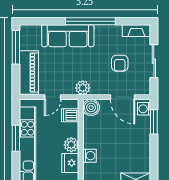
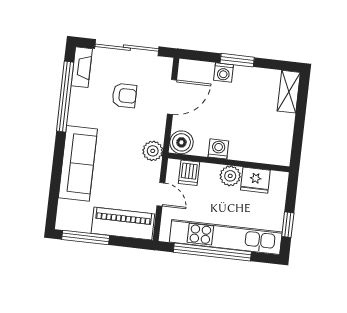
window: (90, 21) -> (65, 97), moved
sliding door: (154, 61) -> (127, 48), width x1.37
washing machine: (144, 109) -> (223, 72), moved
window: (154, 122) -> (237, 60), moved
window: (16, 138) -> (212, 252), width x2.11
washing machine: (89, 156) -> (218, 149), moved

